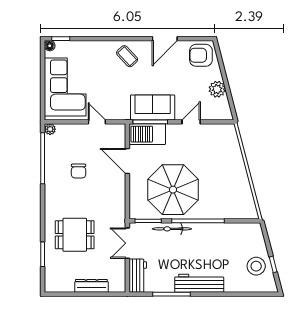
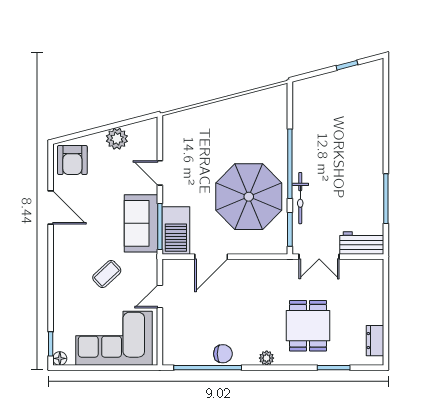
coffee table: (127, 56) -> (107, 274), moved
plant: (50, 129) -> (267, 358), moved
chair: (79, 171) -> (223, 354), moved
stool: (256, 266) -> (349, 87), removed
workbench: (199, 283) -> (372, 162), removed
dresser: (91, 286) -> (375, 341), moved, width x0.70

